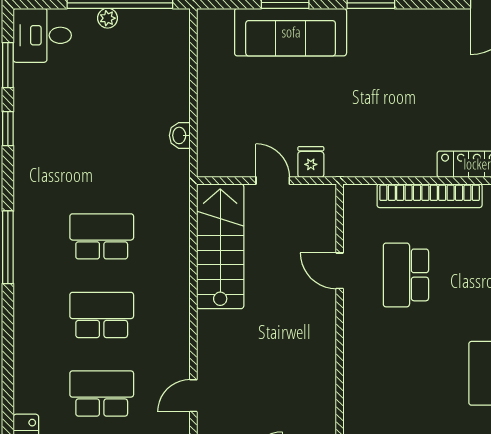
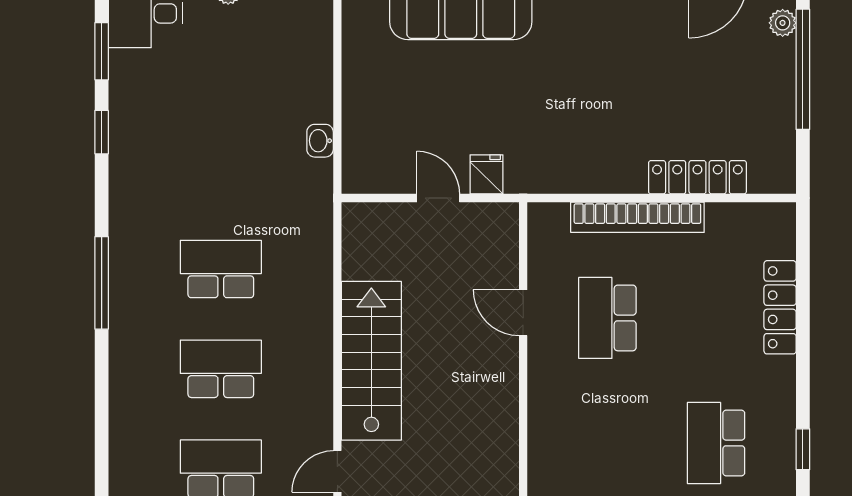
stairs: (220, 246) -> (371, 361), moved

